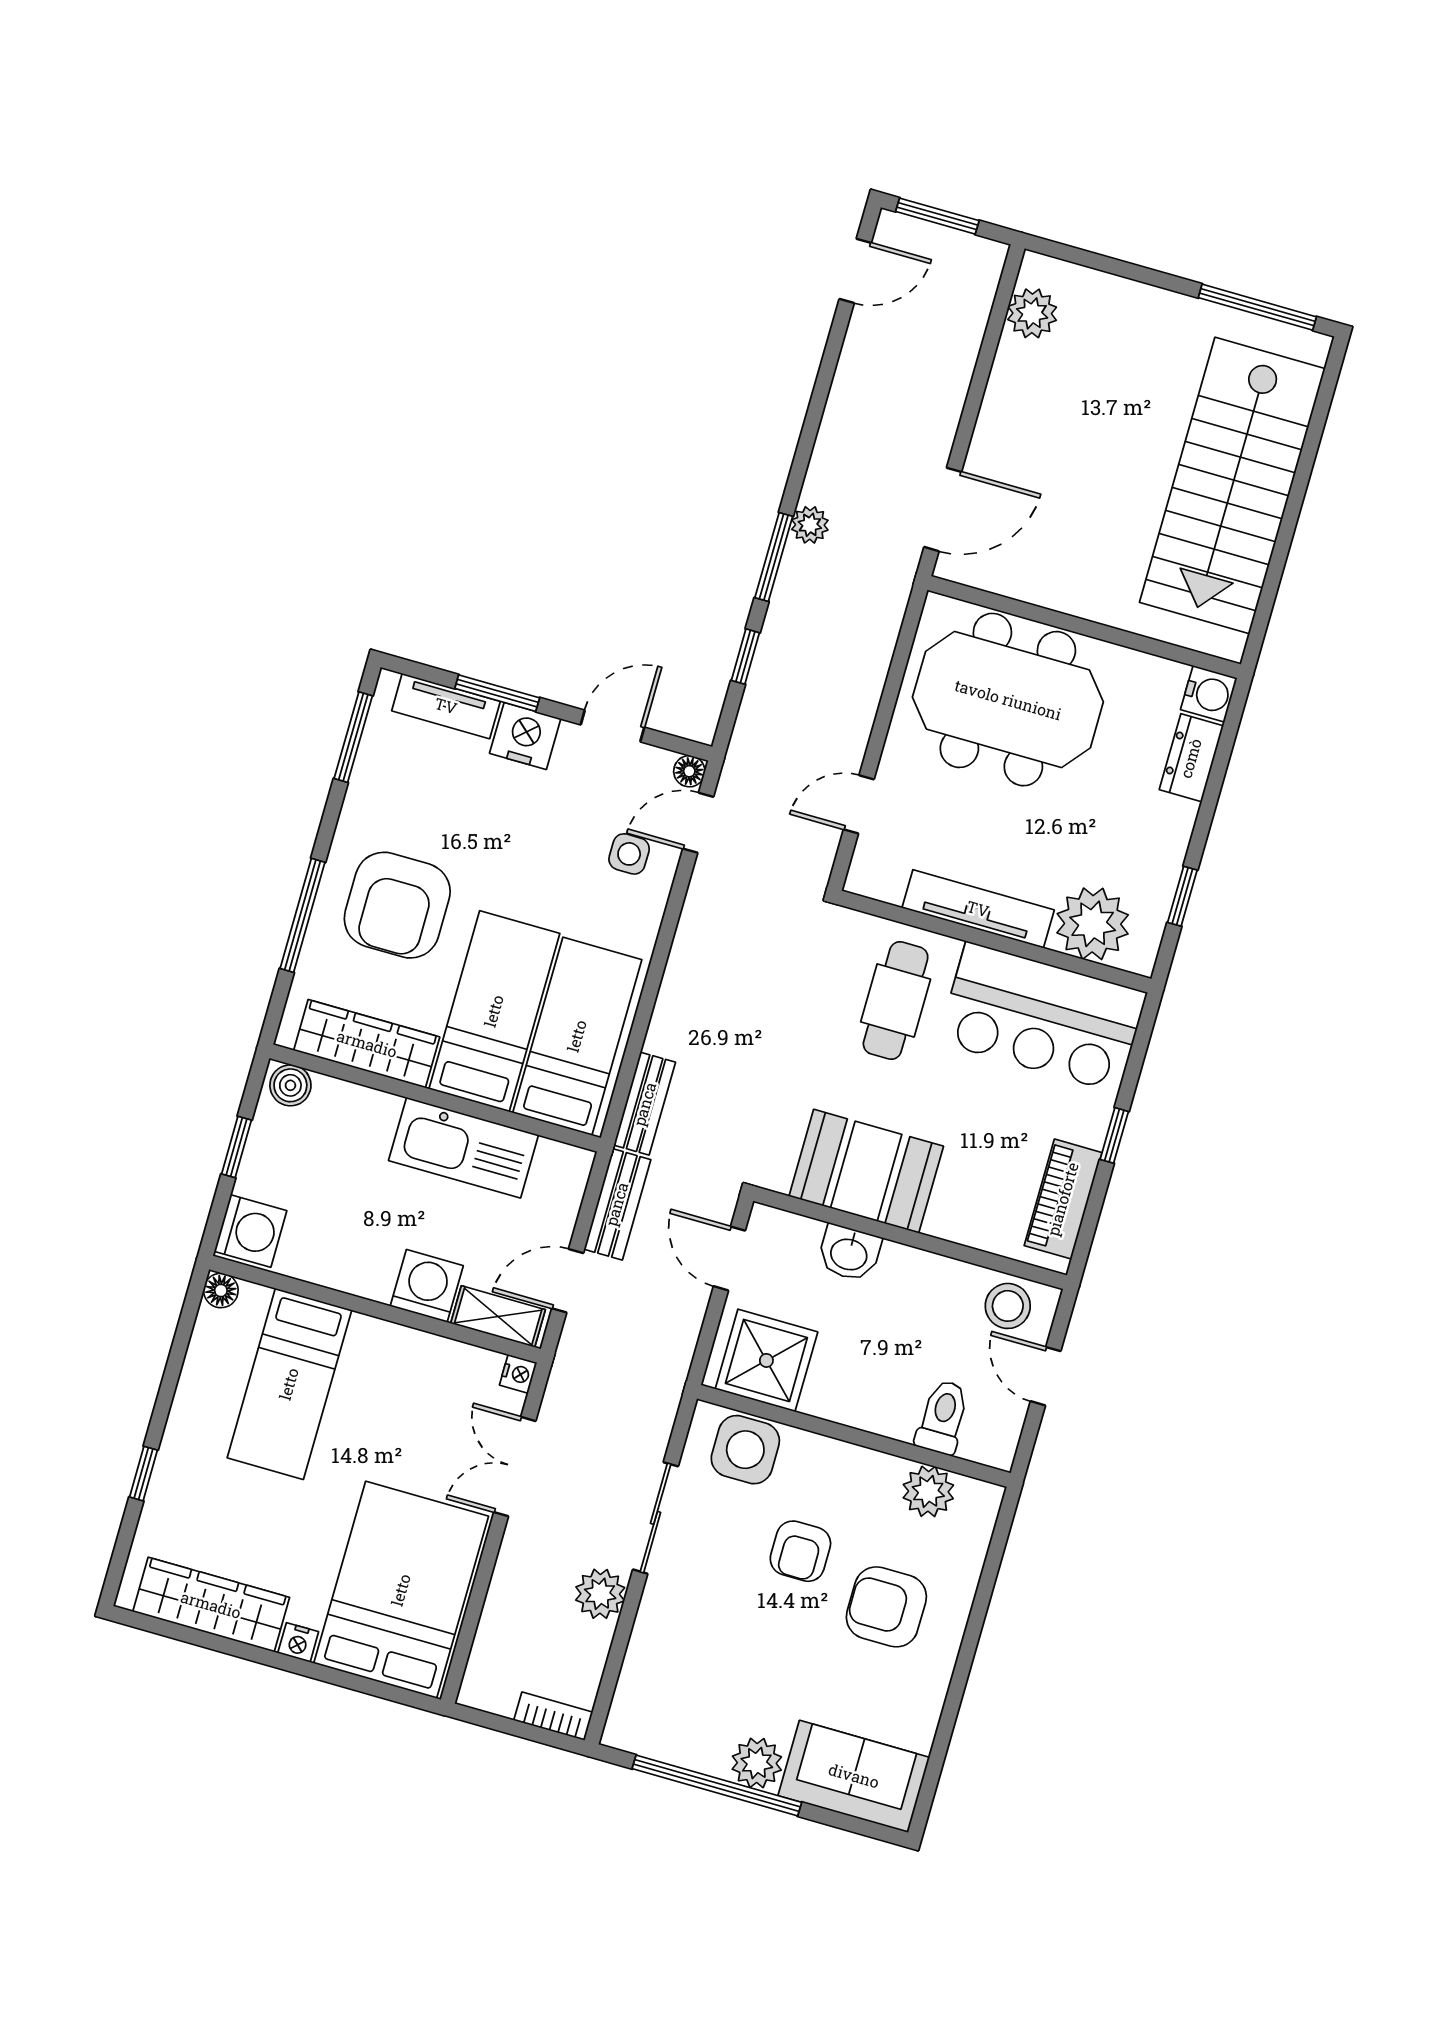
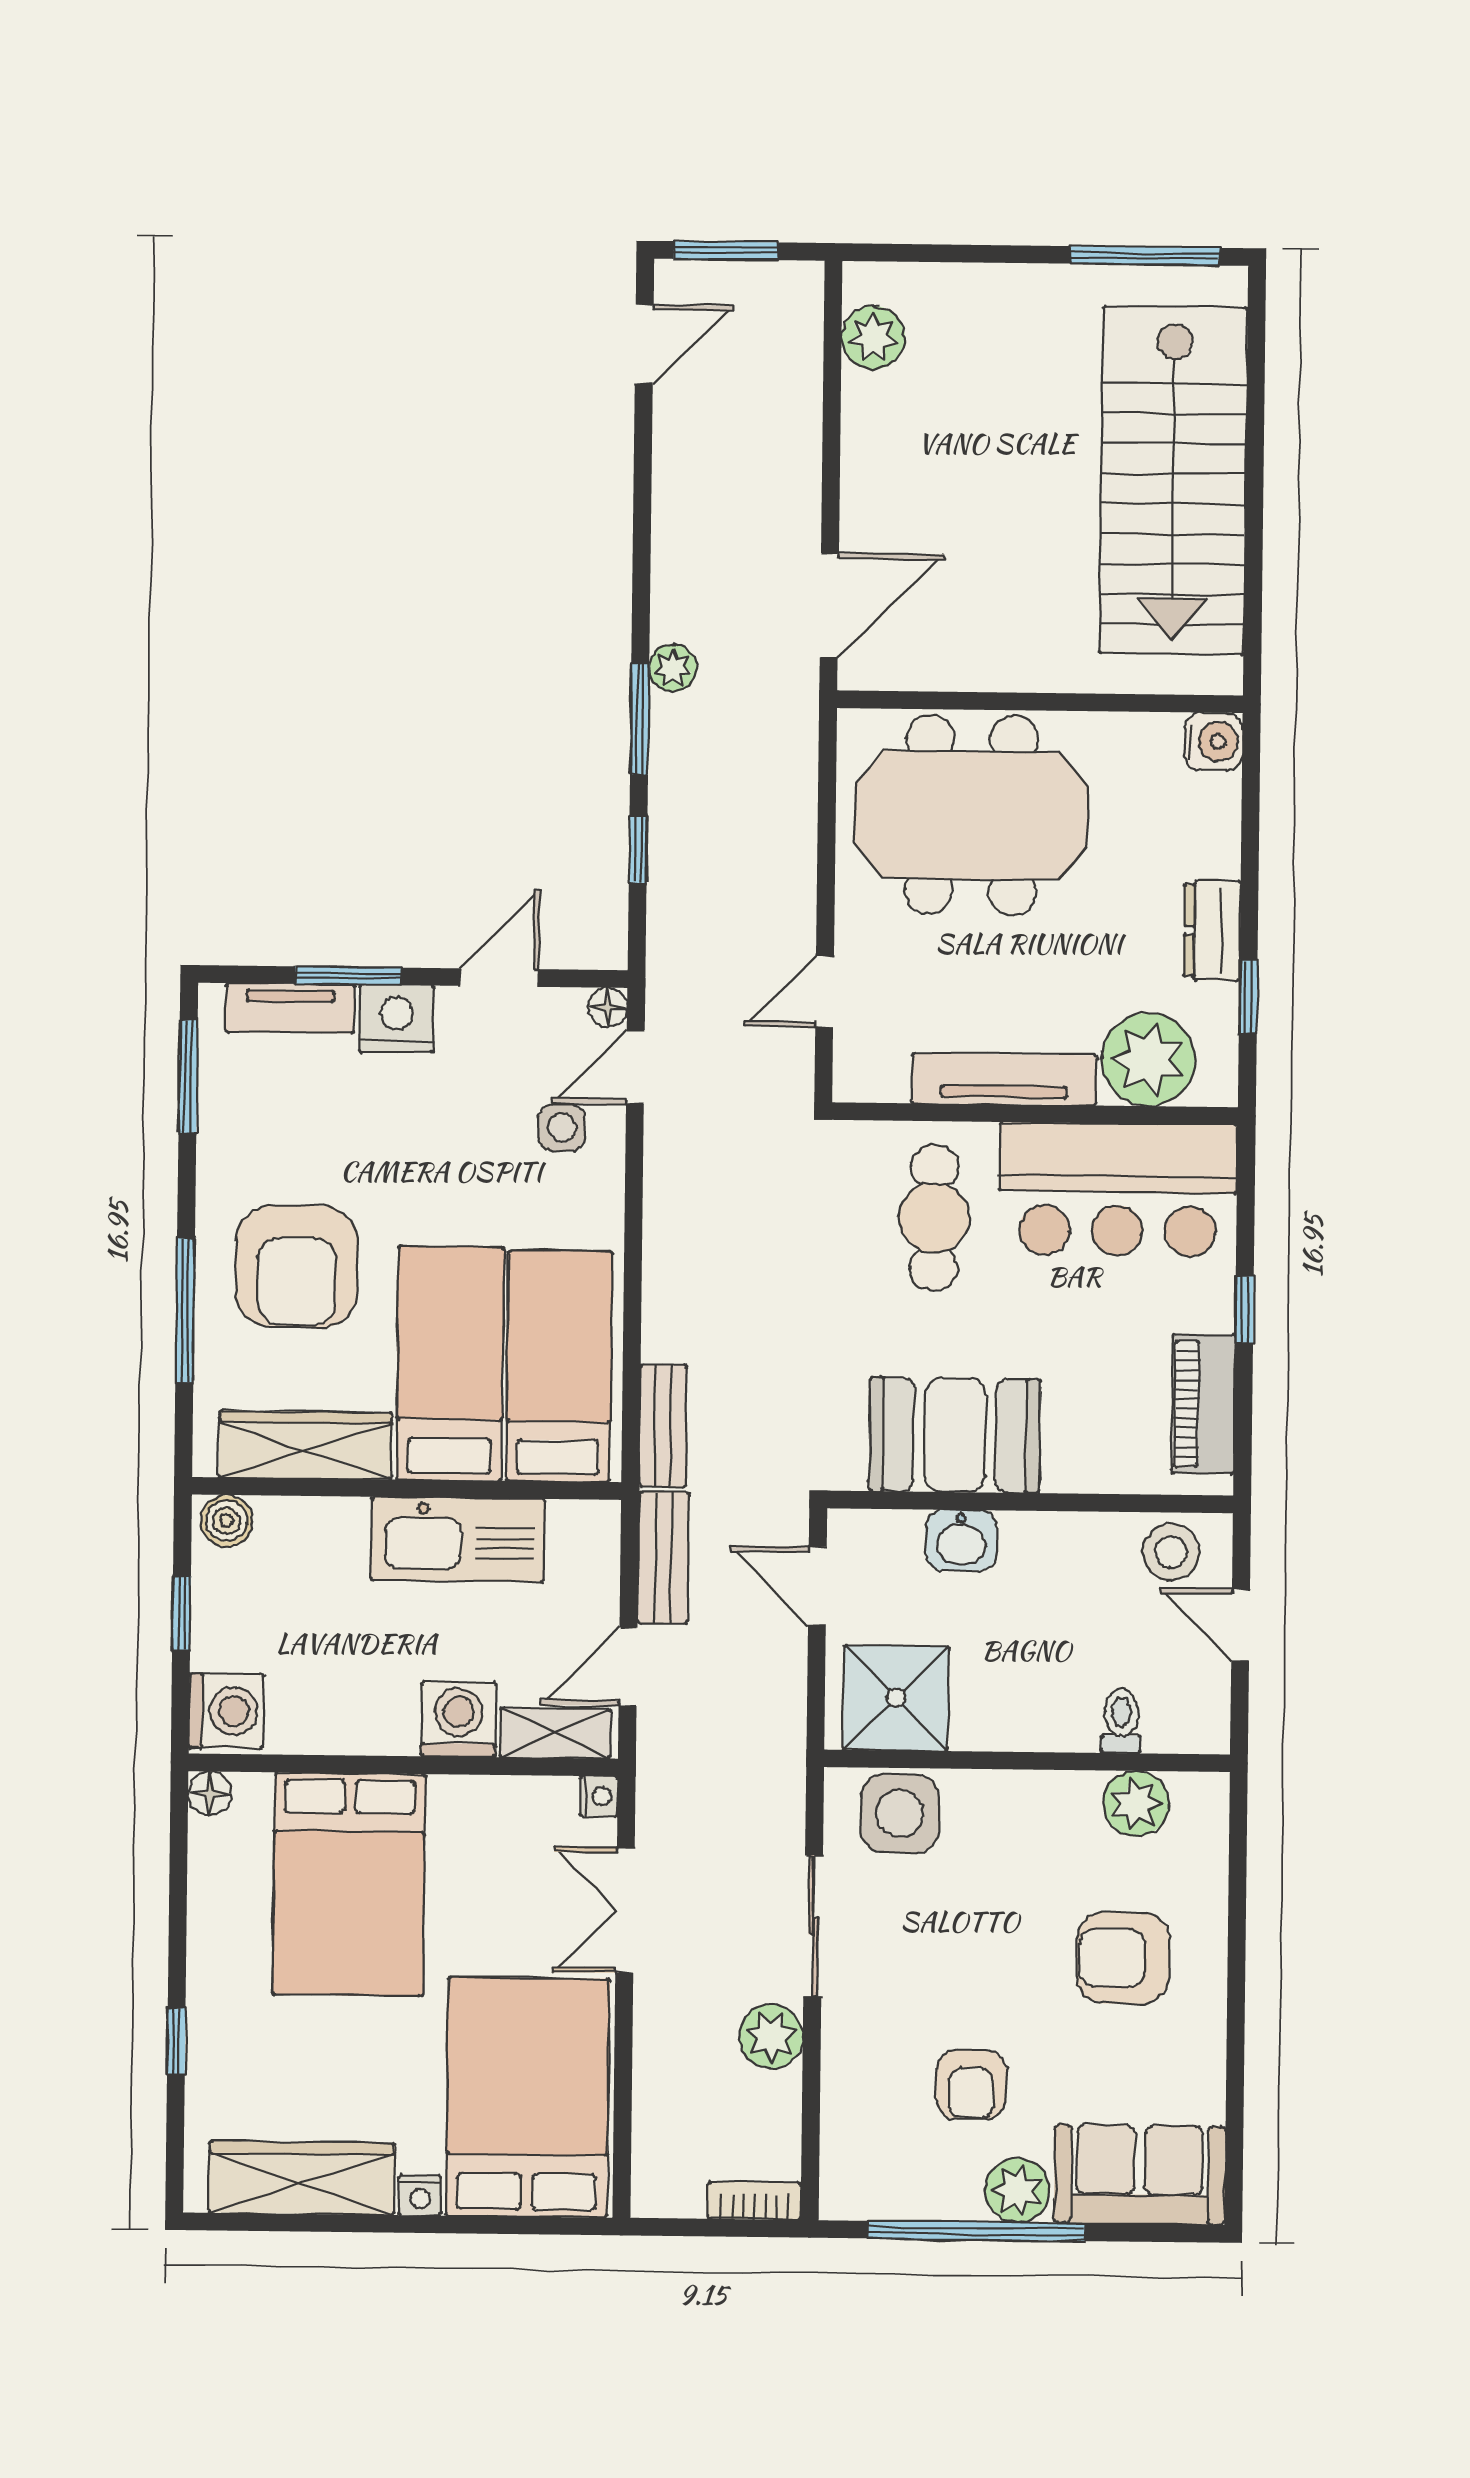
dresser: (1191, 758) -> (1212, 931), moved
bed: (289, 1384) -> (349, 1884), width x1.50
toilet: (943, 1417) -> (1121, 1721), width x0.73, depth x0.72
armchair: (800, 1551) -> (971, 2085), moved

